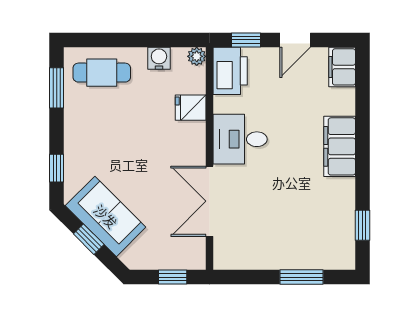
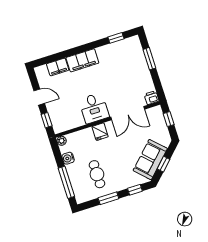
window: (113, 40) -> (66, 182), added
filing cabinet: (342, 67) -> (58, 67), moved
printer: (230, 71) -> (152, 98), moved, width x0.53, depth x0.68
cafe table: (102, 73) -> (97, 174), moved
window: (57, 88) -> (108, 198), moved
fridge: (191, 108) -> (100, 132), moved

